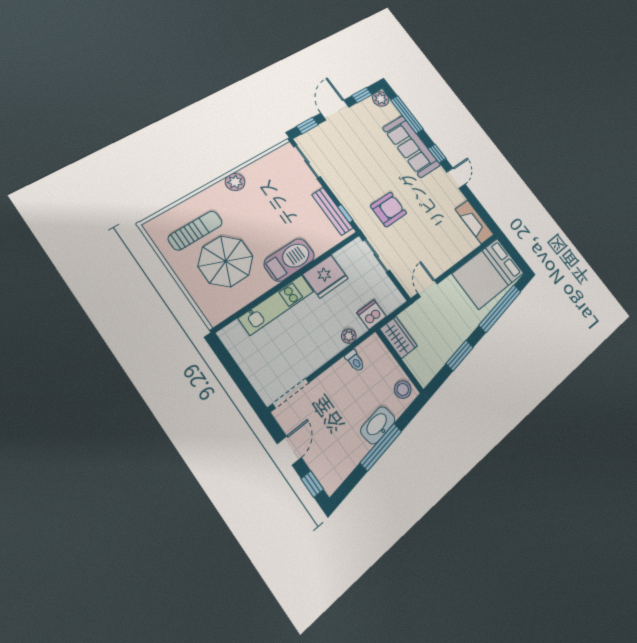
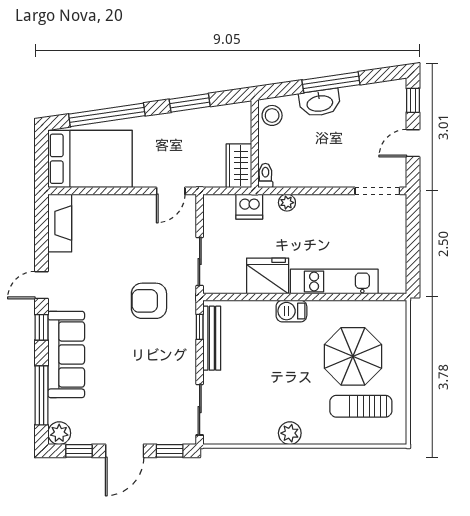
barbecue: (289, 260) -> (291, 311), width x0.53, depth x0.65
toilet: (355, 361) -> (265, 176), moved

